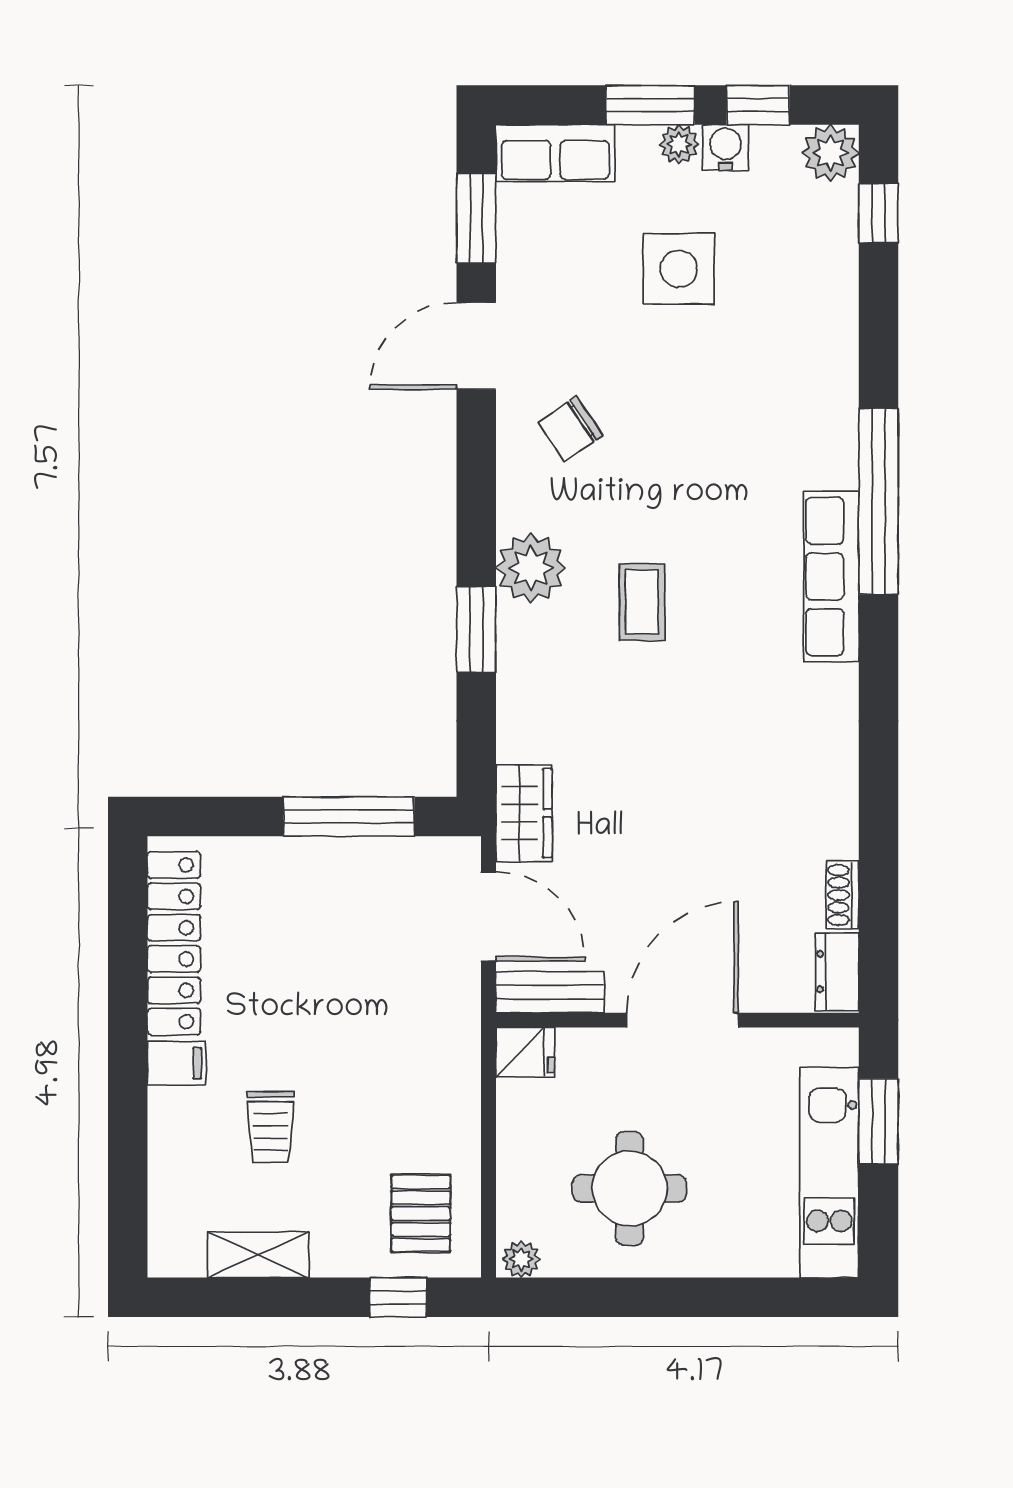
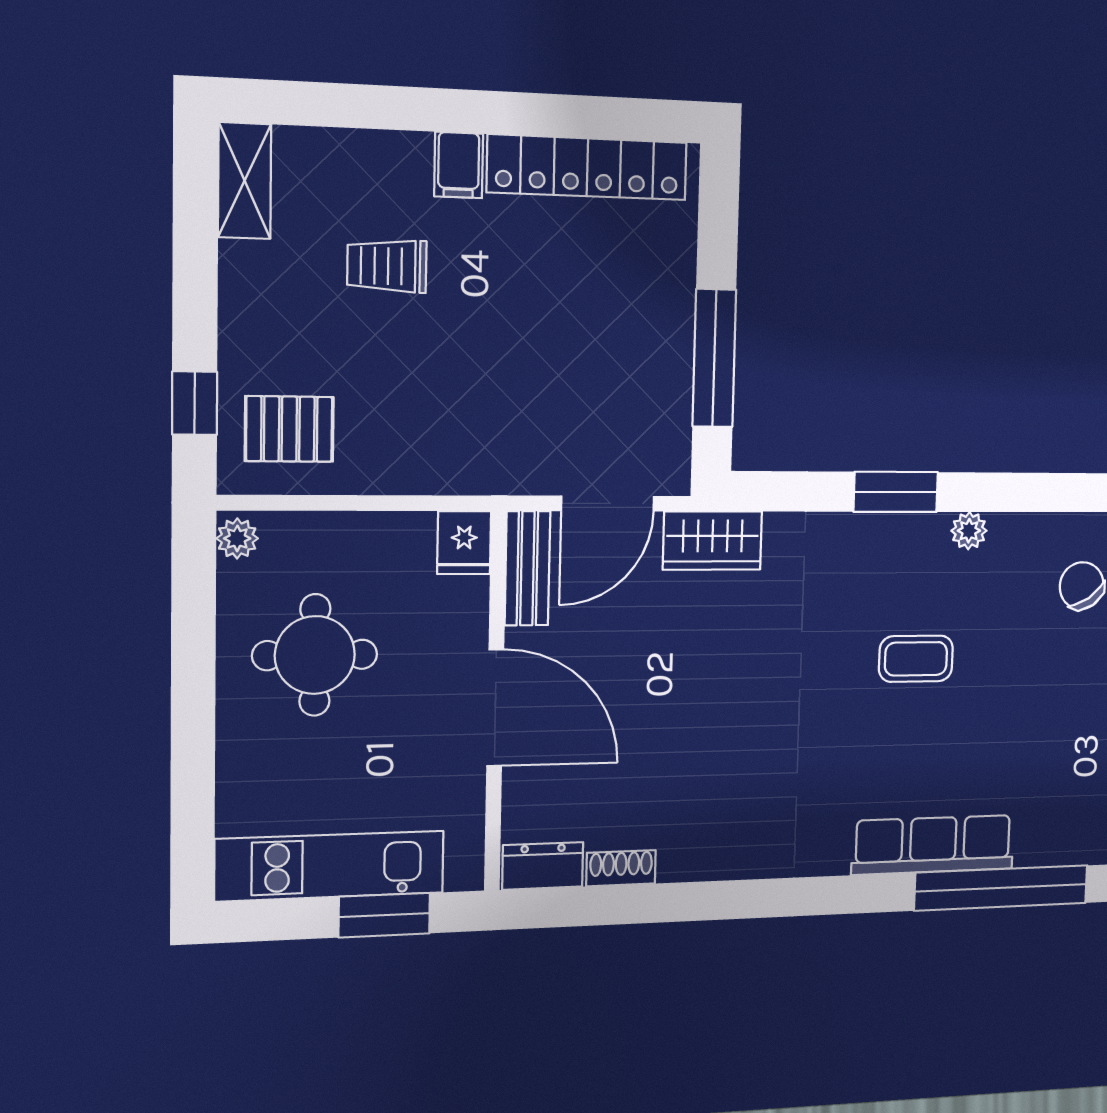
plant: (531, 568) -> (969, 531), width x0.53, depth x0.53
shelving: (258, 1255) -> (245, 181), moved

